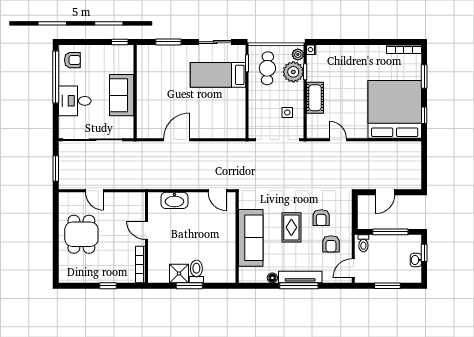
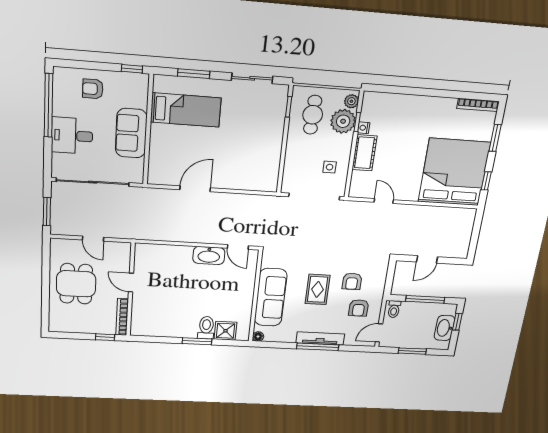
nightstand: (311, 50) -> (364, 128), moved
armchair: (72, 60) -> (93, 89), moved, turned 180
bed: (218, 75) -> (186, 110), moved, turned 180
washbasin: (174, 200) -> (209, 255), moved
door: (146, 230) -> (131, 283), moved
wall: (146, 238) -> (131, 290), moved
washbasin: (416, 260) -> (444, 328), width x1.91, depth x1.45
bookcase: (140, 265) -> (122, 317), moved
shower: (179, 274) -> (226, 331), moved
floor lamp: (272, 278) -> (258, 337), moved

